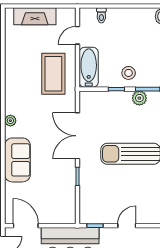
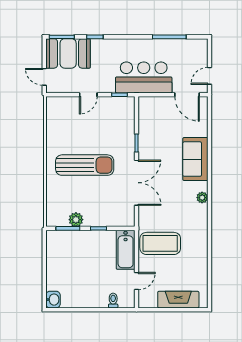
stool: (129, 73) -> (87, 244), removed
coffee table: (53, 74) -> (160, 243), turned 90

